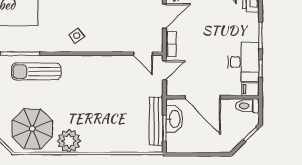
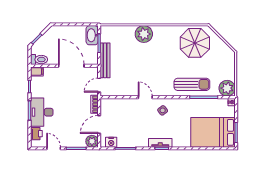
door: (143, 54) -> (145, 97), moved
desk: (244, 62) -> (42, 112), moved
washbasin: (174, 119) -> (92, 35), moved
bench: (156, 121) -> (105, 60), moved
plant: (69, 141) -> (144, 34), moved

